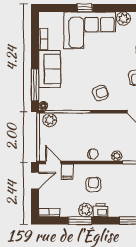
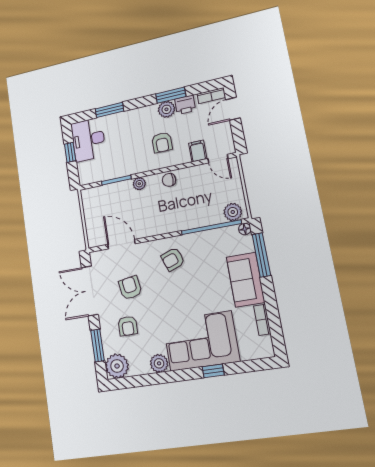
door: (35, 181) -> (233, 109), moved
printer: (101, 210) -> (185, 105), moved

